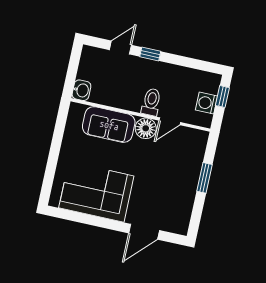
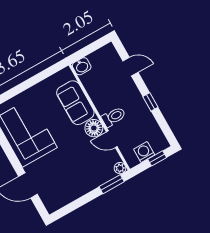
window: (150, 54) -> (150, 102), moved
plant: (202, 137) -> (120, 168), added
window: (205, 178) -> (112, 184), moved

